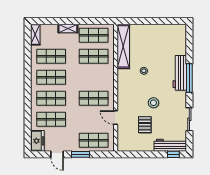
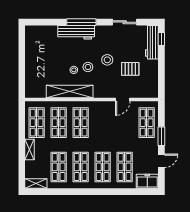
shelving: (123, 46) -> (70, 92), moved
stool: (147, 84) -> (88, 67), added
shop shelf: (94, 98) -> (81, 123), moved

